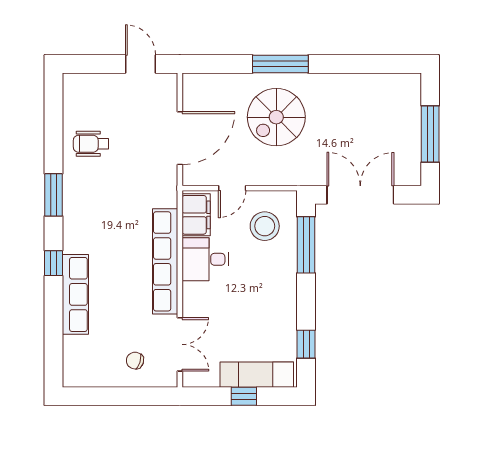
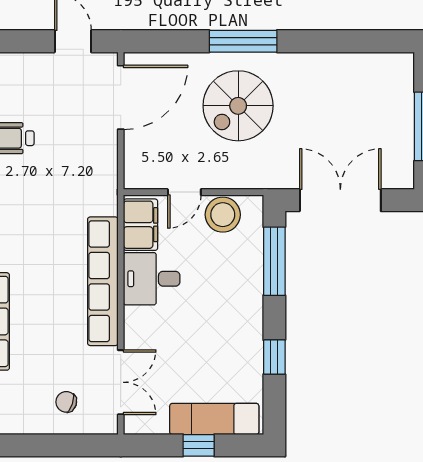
door: (180, 138) -> (121, 97), moved
stool: (265, 226) -> (223, 215), moved
window: (306, 344) -> (274, 357), moved

